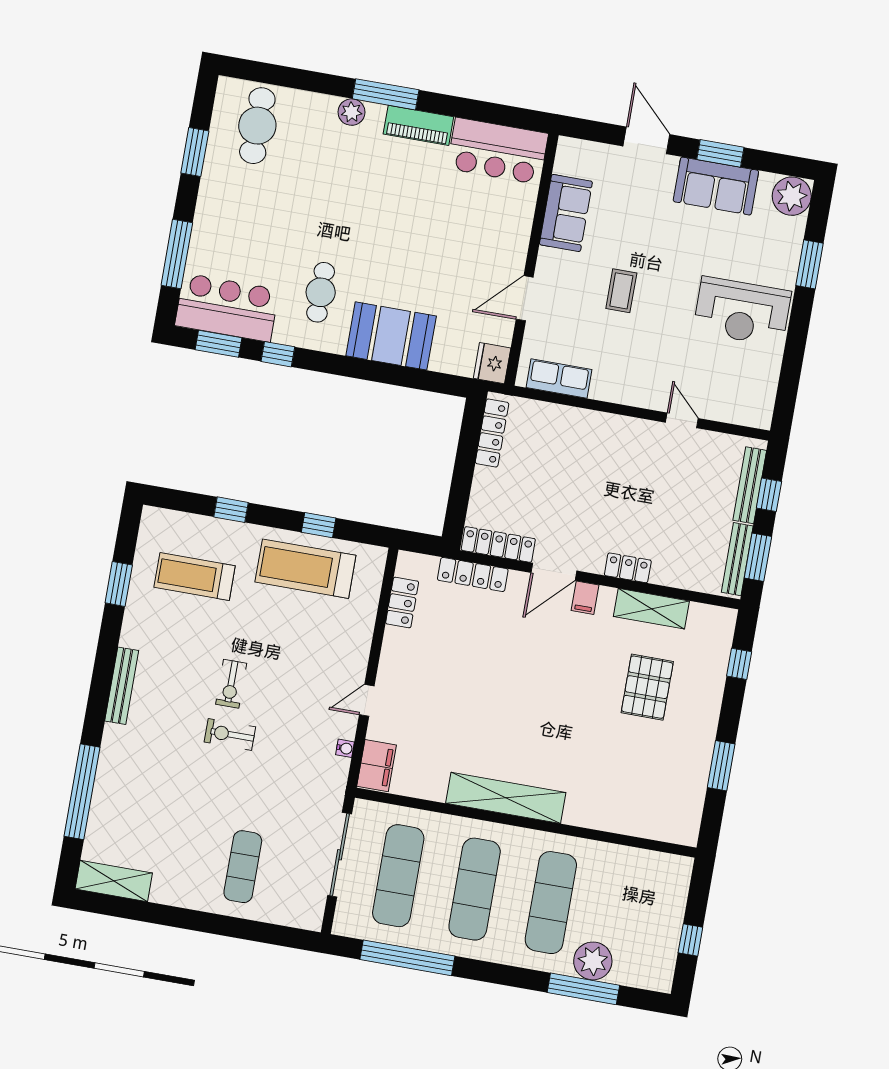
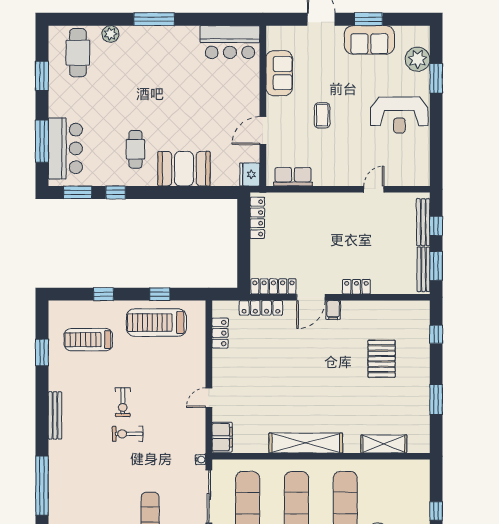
plant: (351, 112) -> (110, 34), moved
piano: (418, 125) -> (178, 35), removed
plant: (792, 196) -> (418, 59), moved
bar counter: (227, 308) -> (65, 148), moved, turned 90
door: (682, 420) -> (374, 189), hinge flipped
shelving: (651, 609) -> (384, 444), moved
water cooler: (345, 748) -> (201, 460), moved

